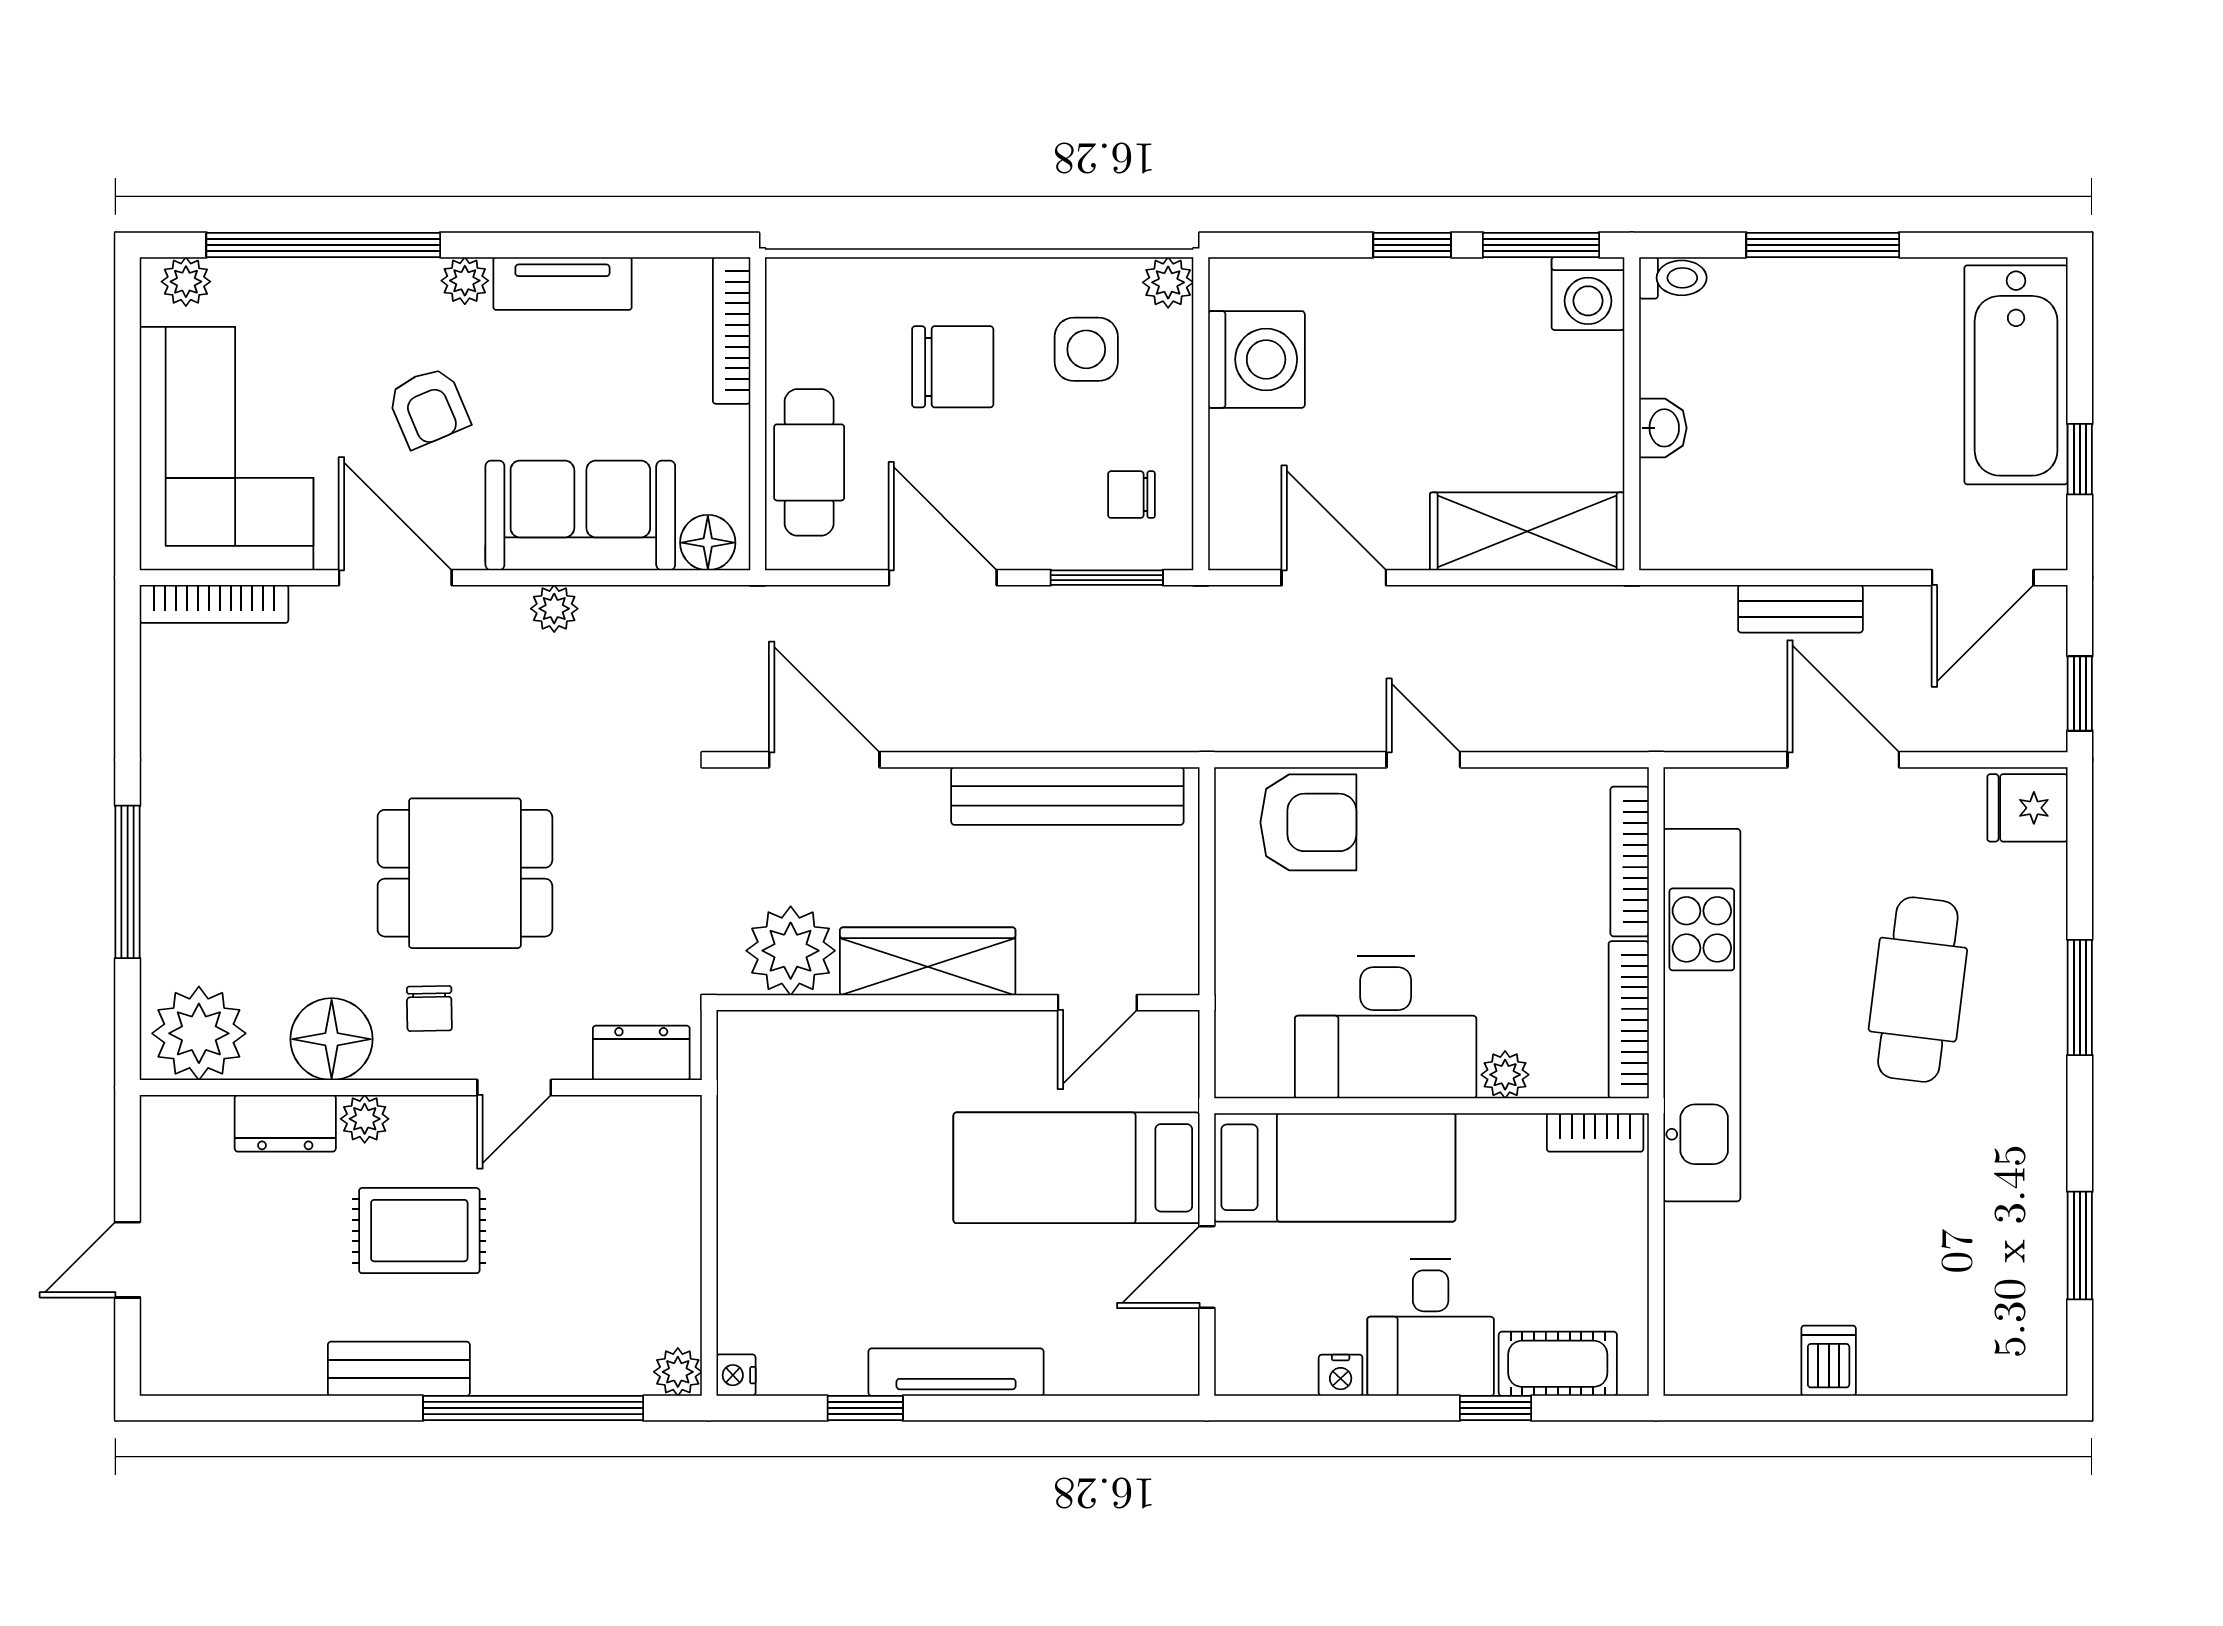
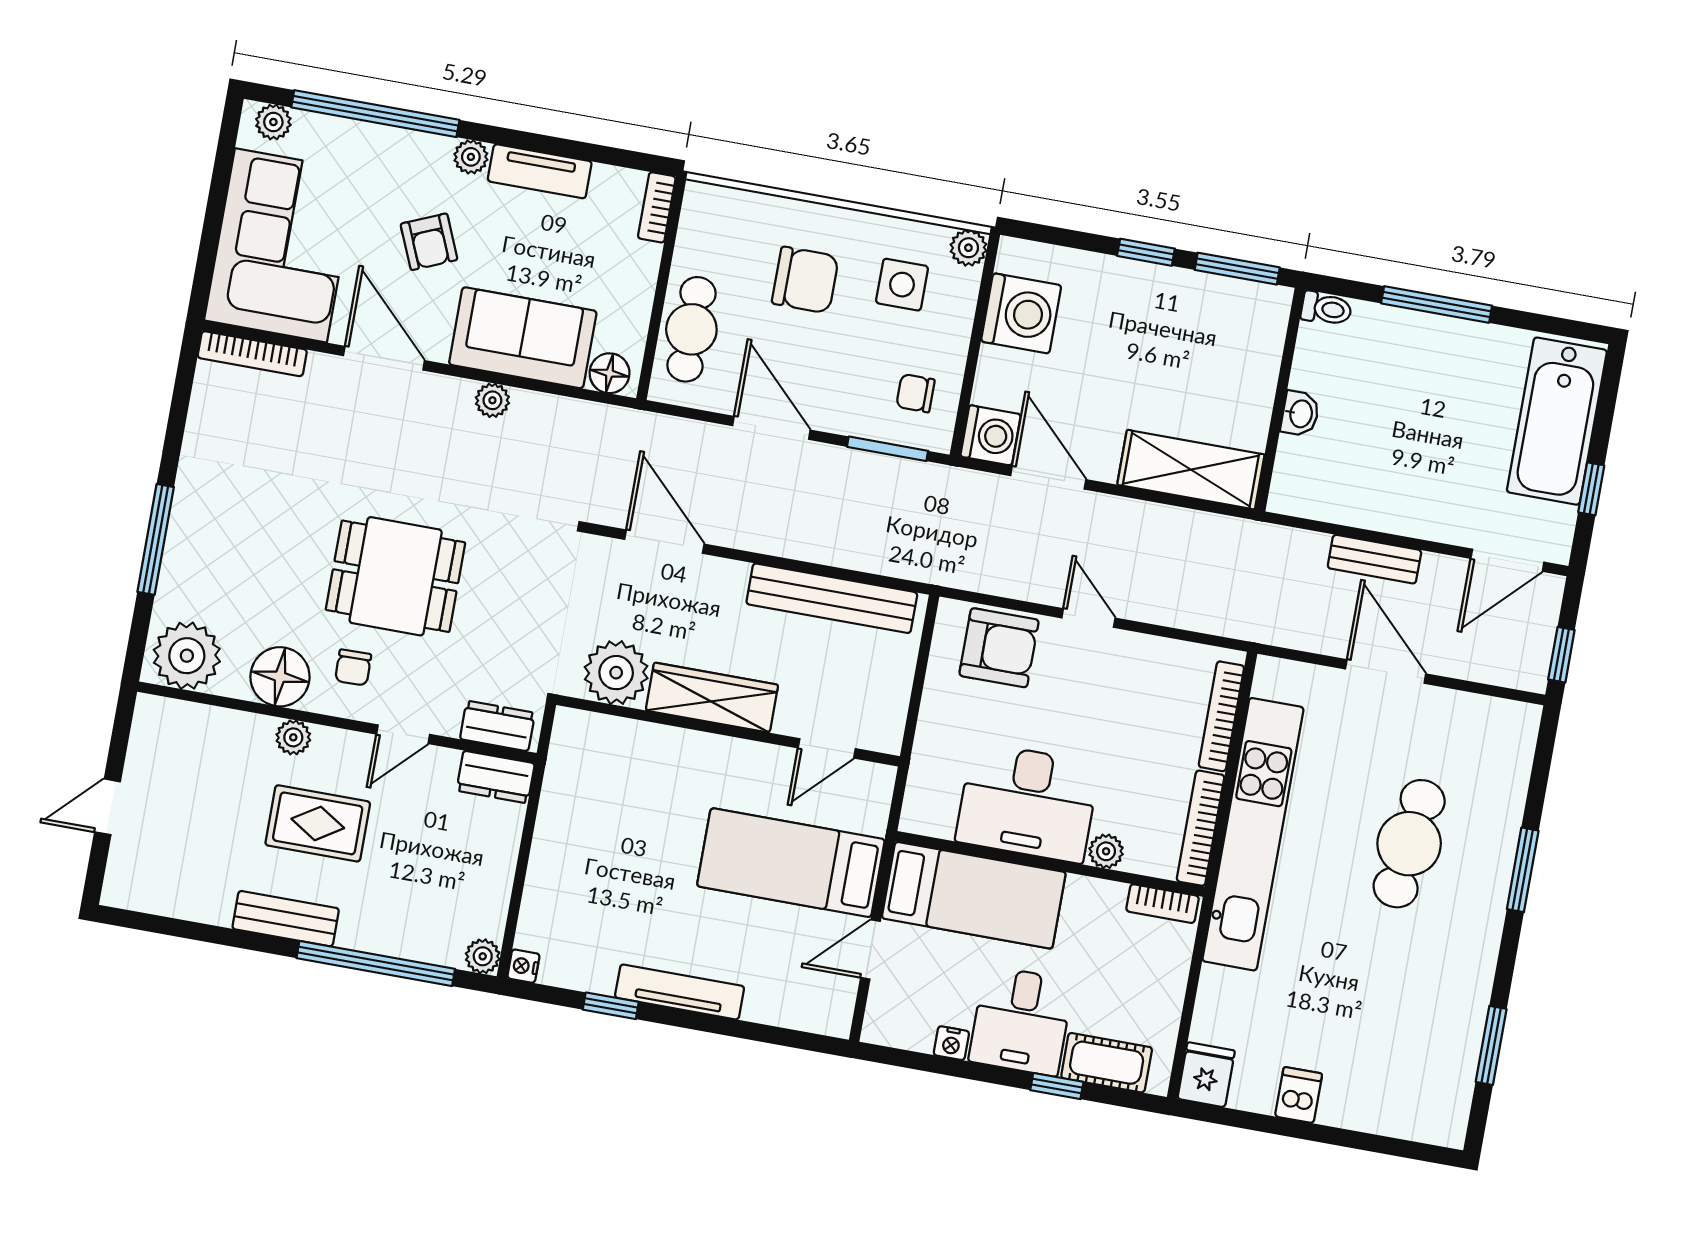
washing machine: (1588, 294) -> (991, 435), moved, turned -90
bookcase: (732, 330) -> (657, 207), width x0.64
fridge: (2027, 808) -> (1206, 1075), moved, turned 90
dresser: (285, 1123) -> (496, 777), moved

